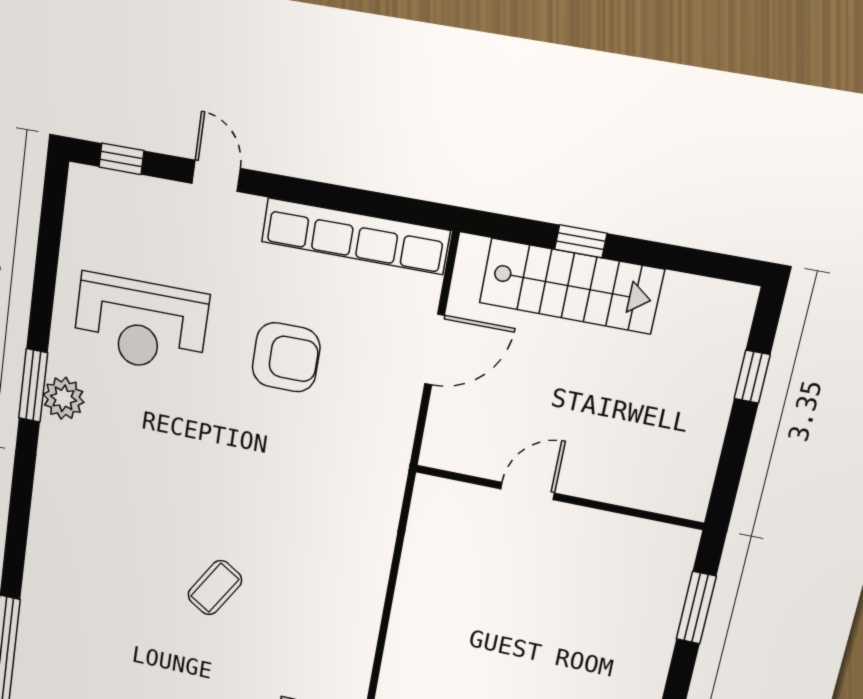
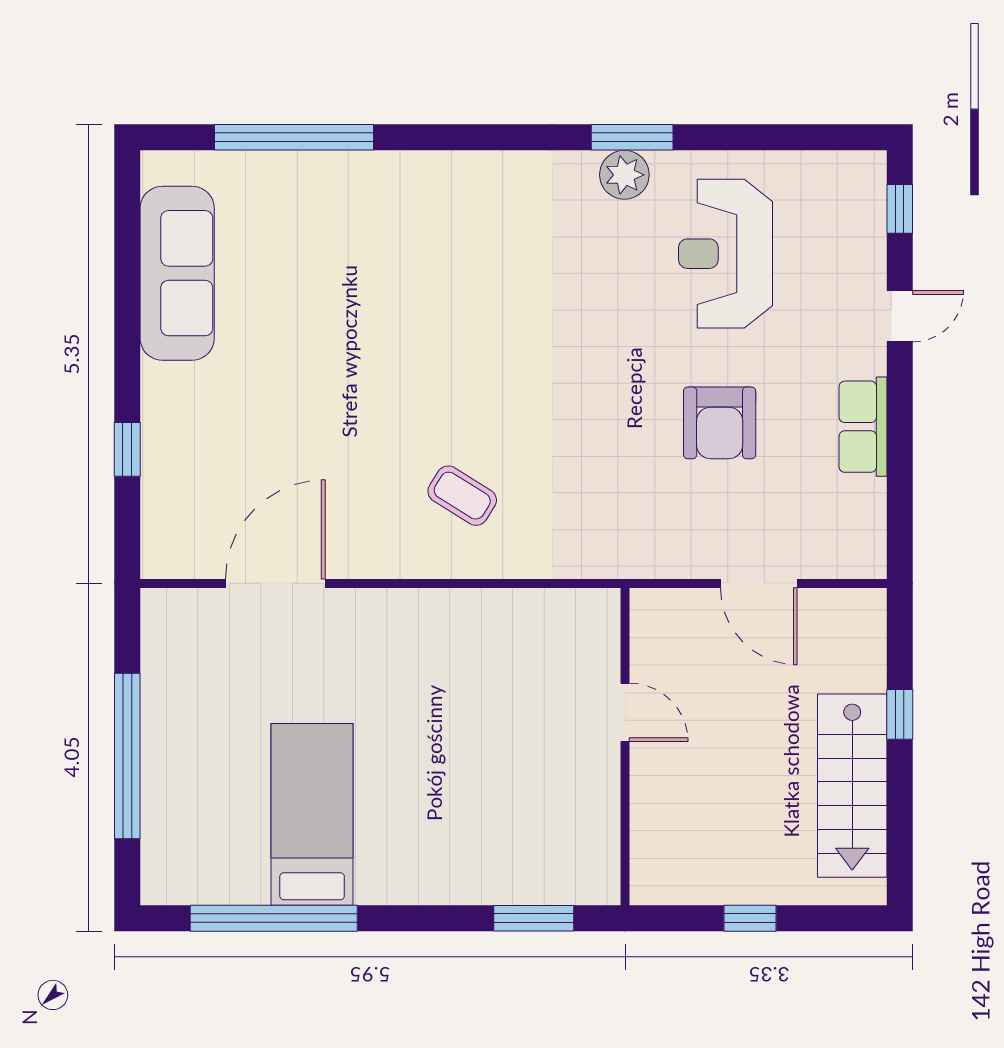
row of seats: (355, 236) -> (863, 427), width x0.50
stairs: (571, 286) -> (852, 786), moved
window: (752, 377) -> (750, 918), moved
coffee table: (215, 588) -> (462, 496), moved

